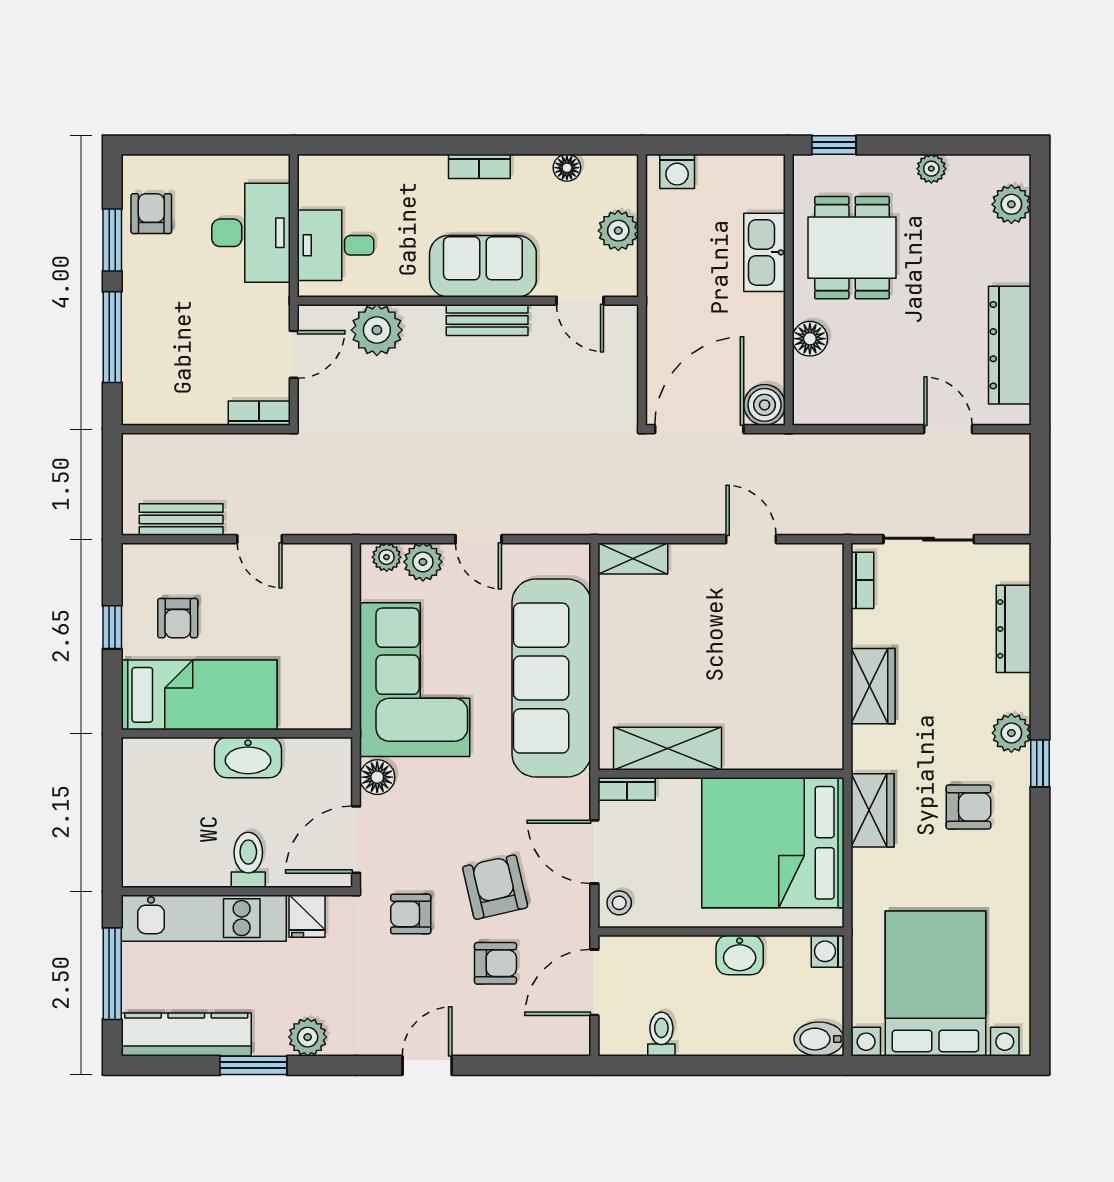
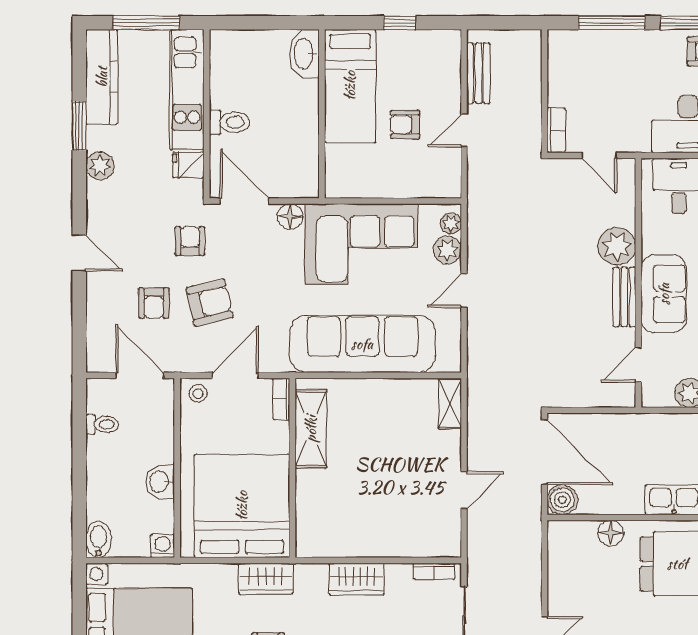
plant: (377, 330) -> (617, 246), moved
armchair: (178, 618) -> (405, 124), moved
washbasin: (248, 758) -> (304, 54), moved

